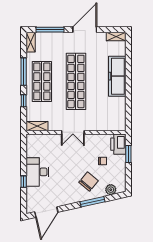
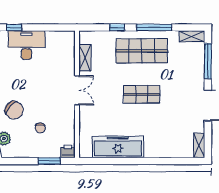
freezer: (117, 76) -> (118, 147), moved
shop shelf: (76, 81) -> (142, 94), width x0.50, depth x0.74
shelving: (37, 126) -> (85, 58), moved
double door: (73, 132) -> (77, 90), swing flipped
printer: (118, 144) -> (68, 151), width x0.53, depth x0.68

